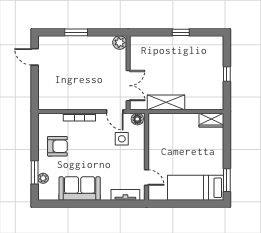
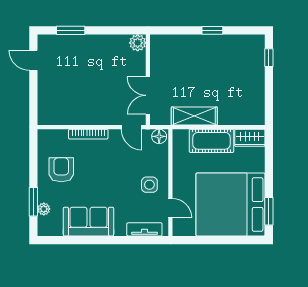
window: (76, 32) -> (71, 30), moved
window: (227, 74) -> (269, 58), moved
double door: (128, 86) -> (148, 95), swing flipped
cot: (180, 123) -> (211, 141), added
side table: (122, 139) -> (149, 185), moved
armchair: (57, 146) -> (61, 170), turned -90
bed: (196, 188) -> (230, 204), width x2.04

